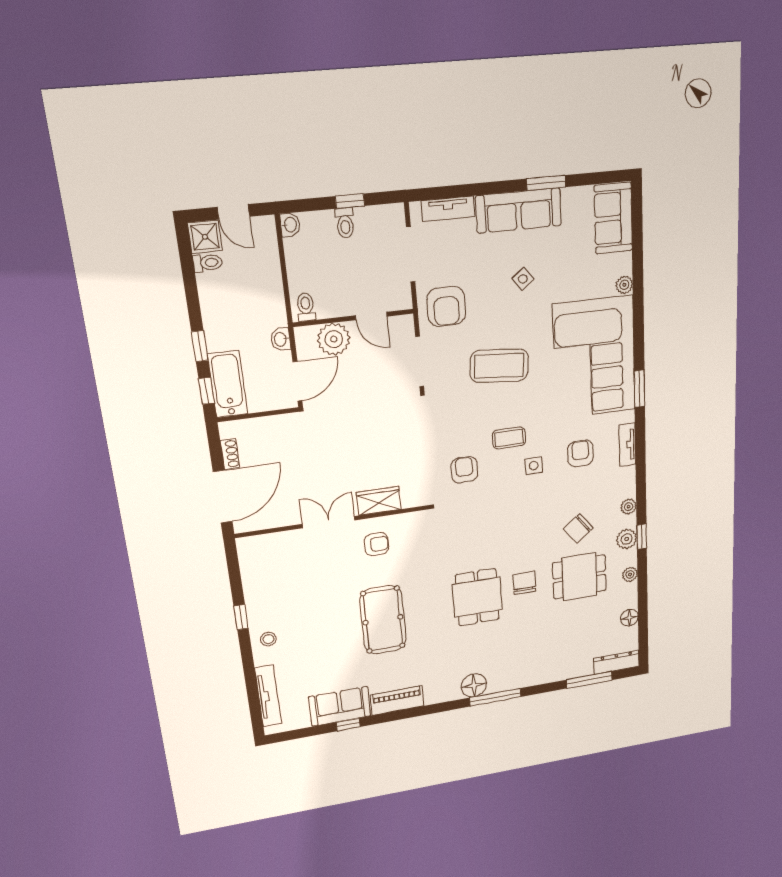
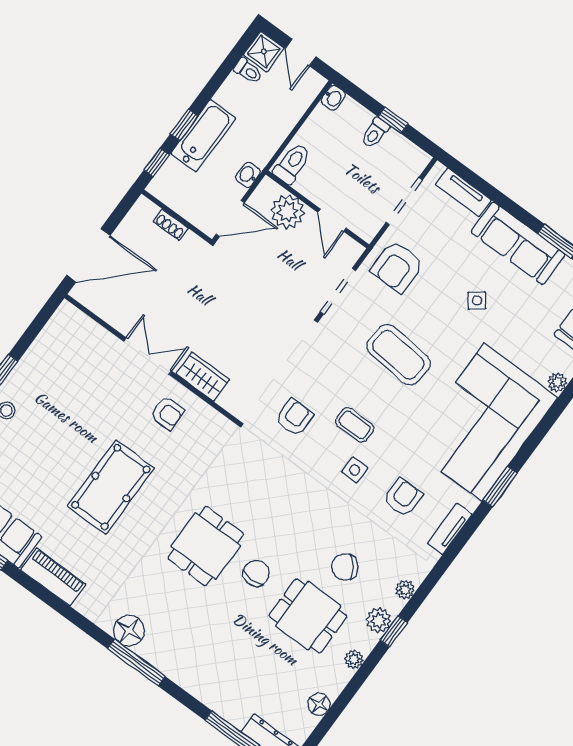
toilet: (306, 307) -> (292, 164), width x1.37, depth x1.39
bathtub: (228, 384) -> (203, 136), moved
shoe rack: (230, 454) -> (171, 225), moved, turned 90

